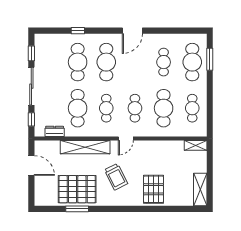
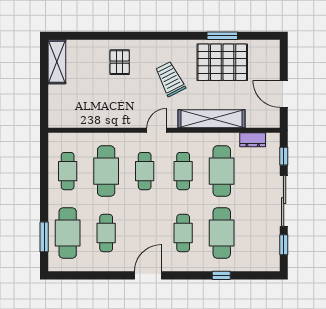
cafe table: (106, 62) -> (183, 233), width x0.73, depth x0.74
shelving: (196, 145) -> (63, 121), removed
pallet: (154, 189) -> (120, 62), width x0.67, depth x0.71

